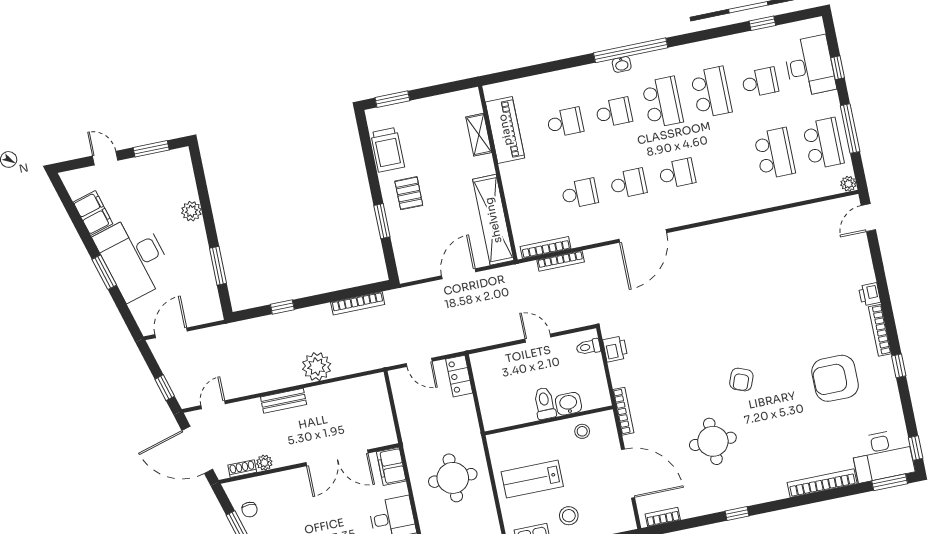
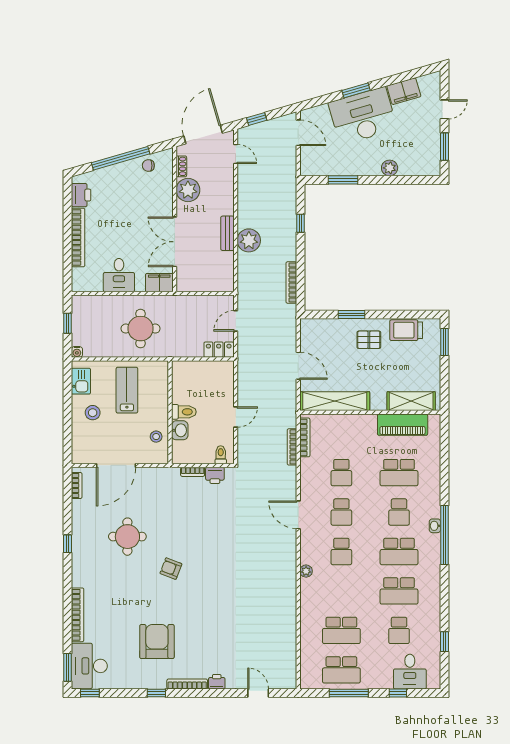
desk: (810, 66) -> (410, 672), width x0.73
school desk: (565, 122) -> (399, 473), width x1.85
shelving: (479, 135) -> (411, 401), width x1.50, depth x1.33
plant: (848, 184) -> (306, 571), moved
door: (868, 218) -> (258, 693), moved
door: (643, 236) -> (298, 515), width x0.73
bench: (284, 401) -> (227, 233), moved
bookcase: (623, 411) -> (193, 472), moved, width x0.64
plant: (264, 463) -> (188, 190), width x1.87, depth x1.87

